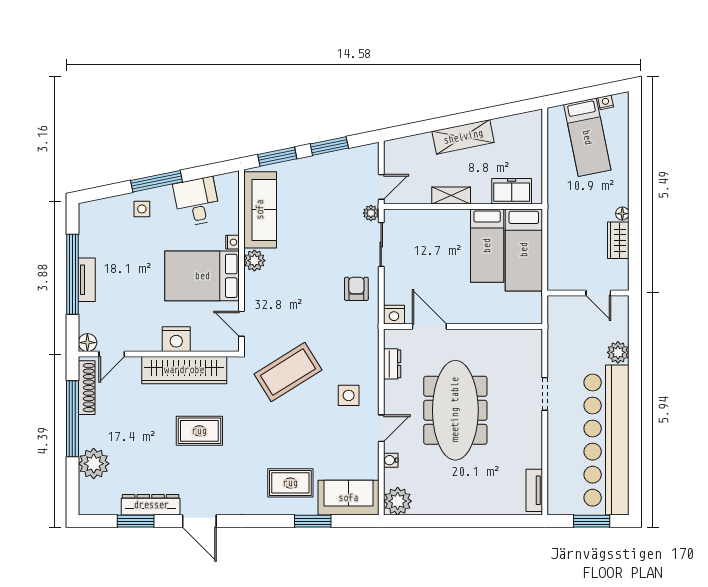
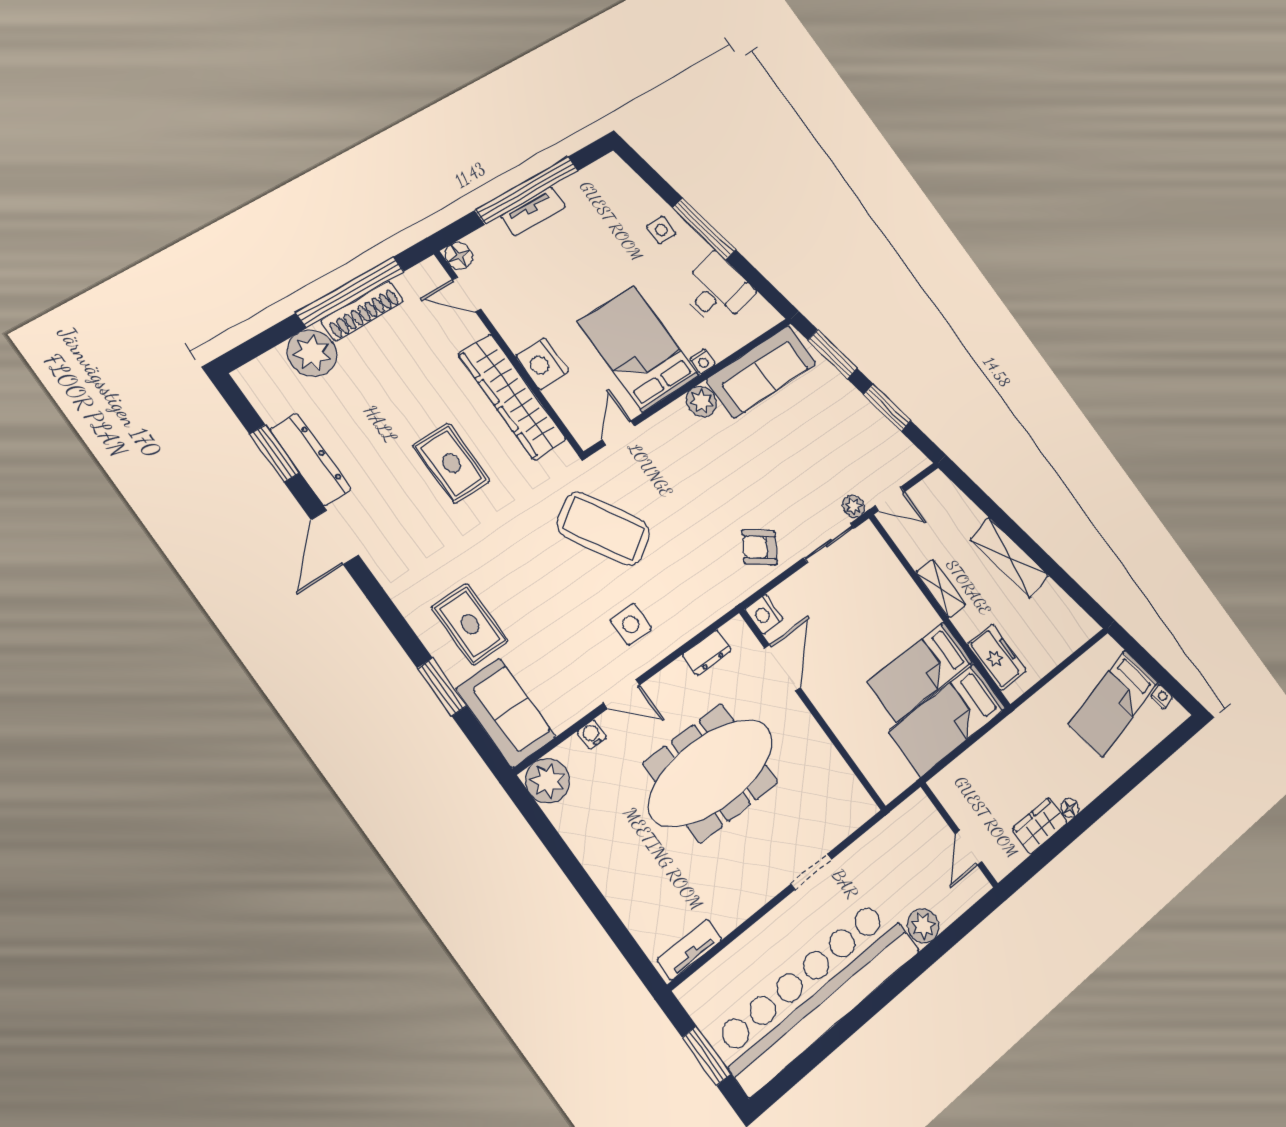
armchair: (356, 289) -> (760, 547), turned -145
shoe rack: (87, 388) -> (362, 311), moved

